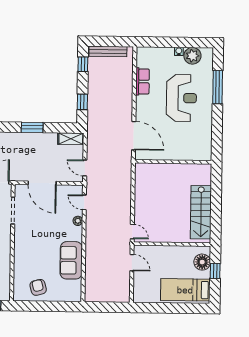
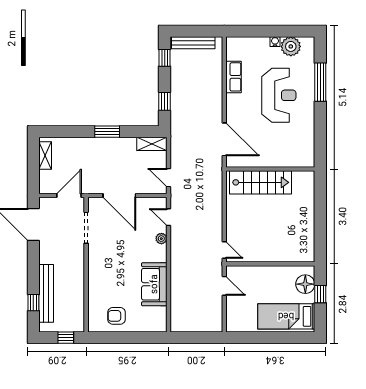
stairs: (201, 212) -> (260, 182), moved, turned -90
armchair: (38, 287) -> (116, 316), turned -75

